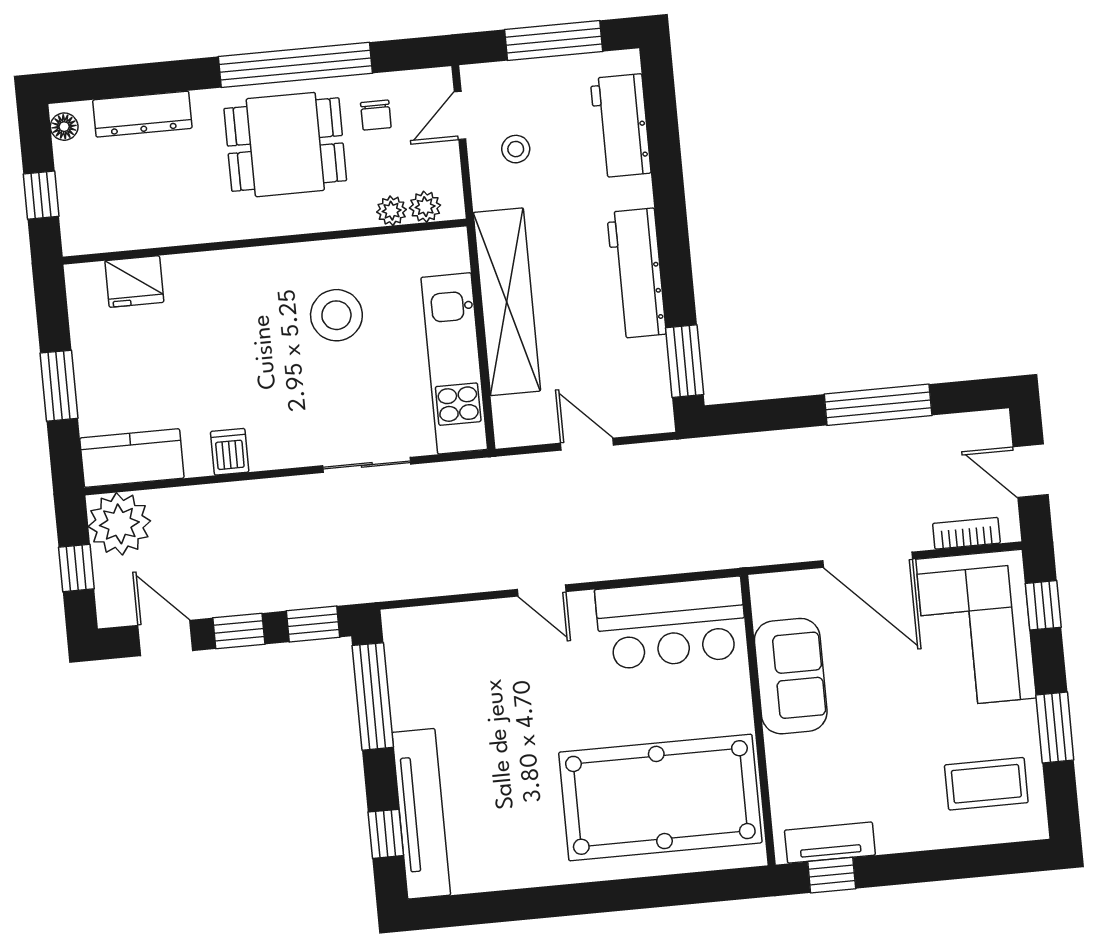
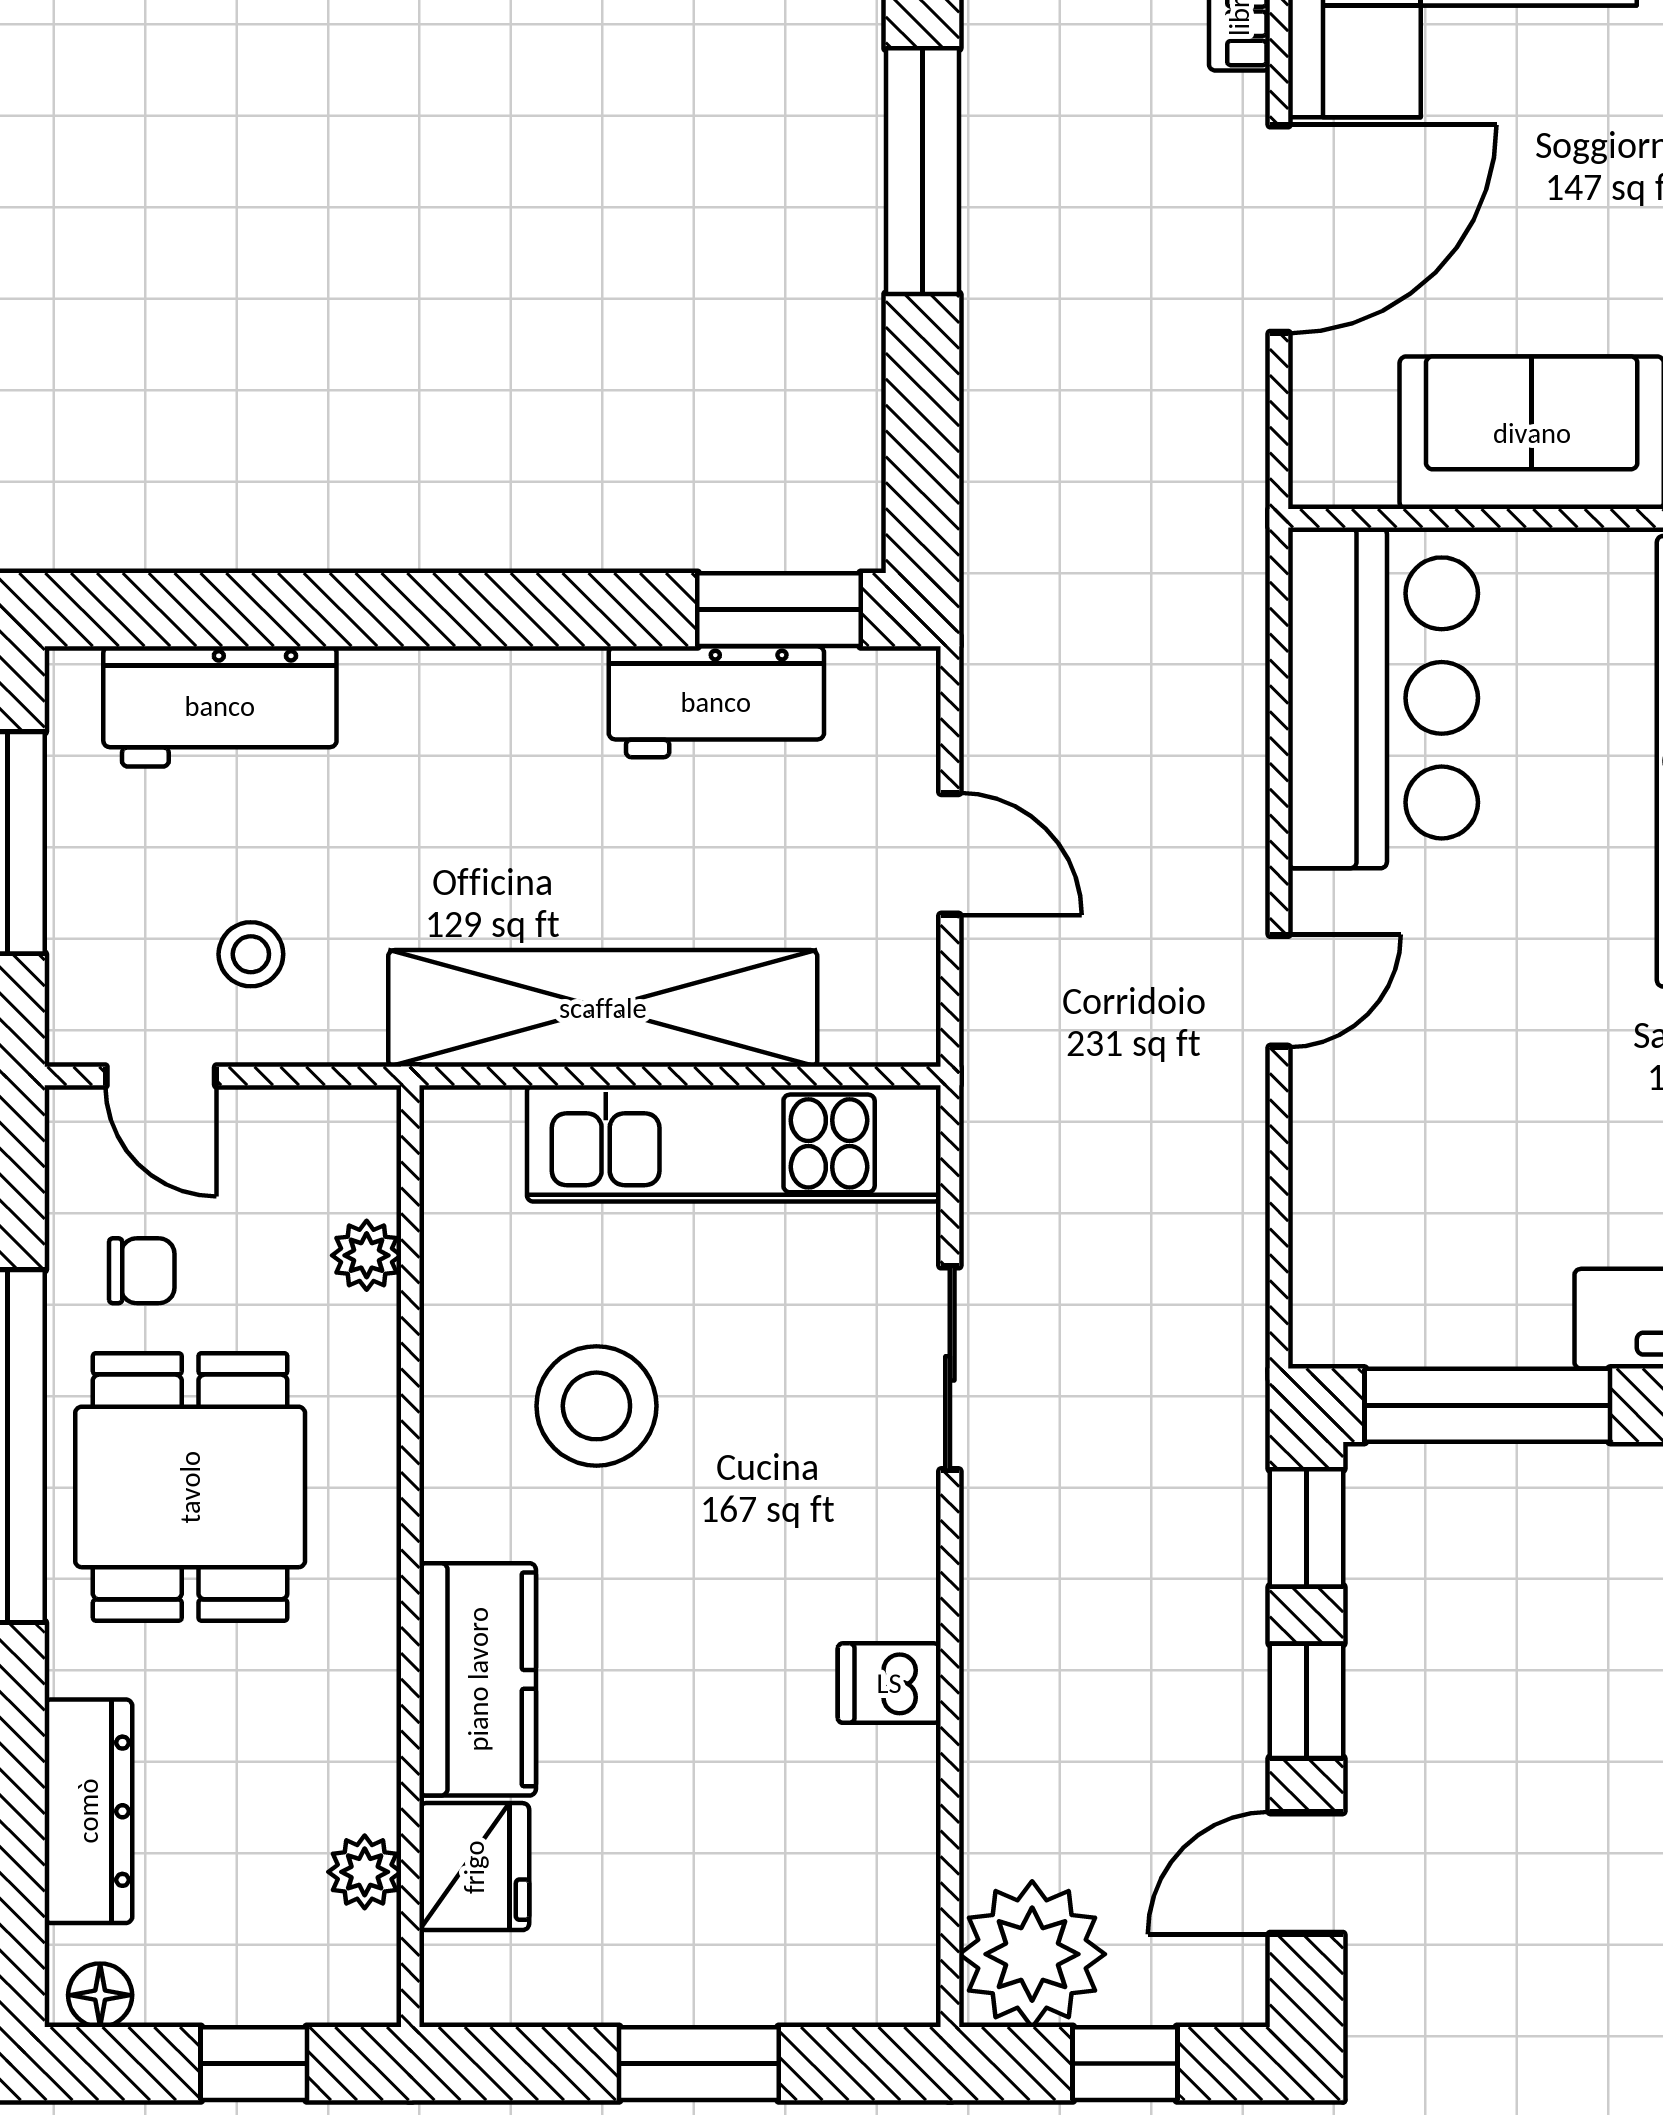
plant: (425, 207) -> (365, 1872), moved
workbench: (636, 273) -> (716, 702), moved, width x0.73
door: (587, 444) -> (950, 854), swing flipped
kitchen counter: (132, 458) -> (478, 1679), moved, turned 180

